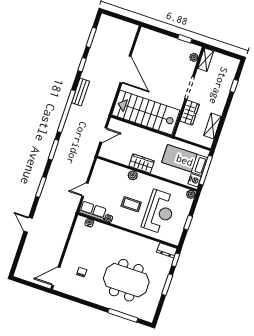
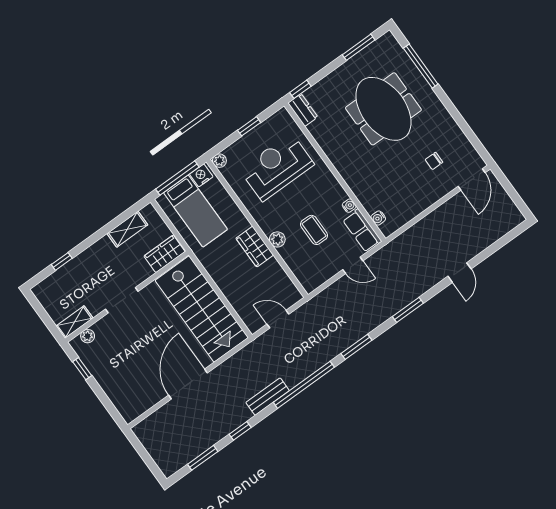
wardrobe: (190, 113) -> (164, 254), moved
coffee table: (131, 204) -> (314, 230), moved
door: (56, 276) -> (472, 180), hinge flipped
window: (167, 285) -> (359, 47), moved

